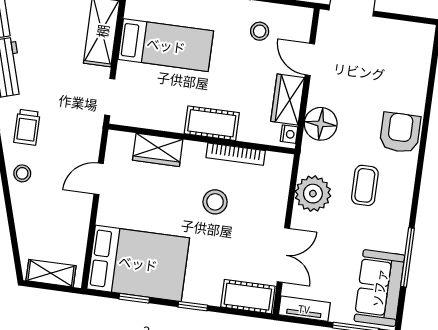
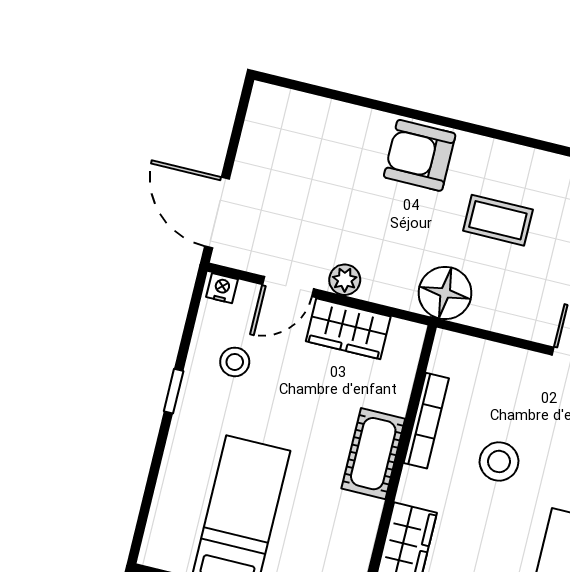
floor lamp: (321, 124) -> (445, 293), moved
nightstand: (289, 134) -> (222, 288), moved
plant: (313, 194) -> (345, 280), moved, width x0.53, depth x0.53

